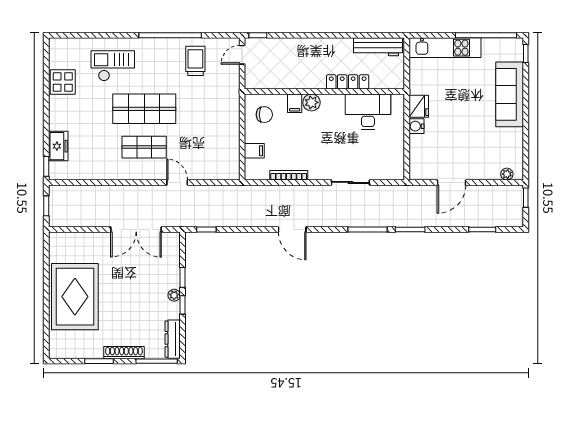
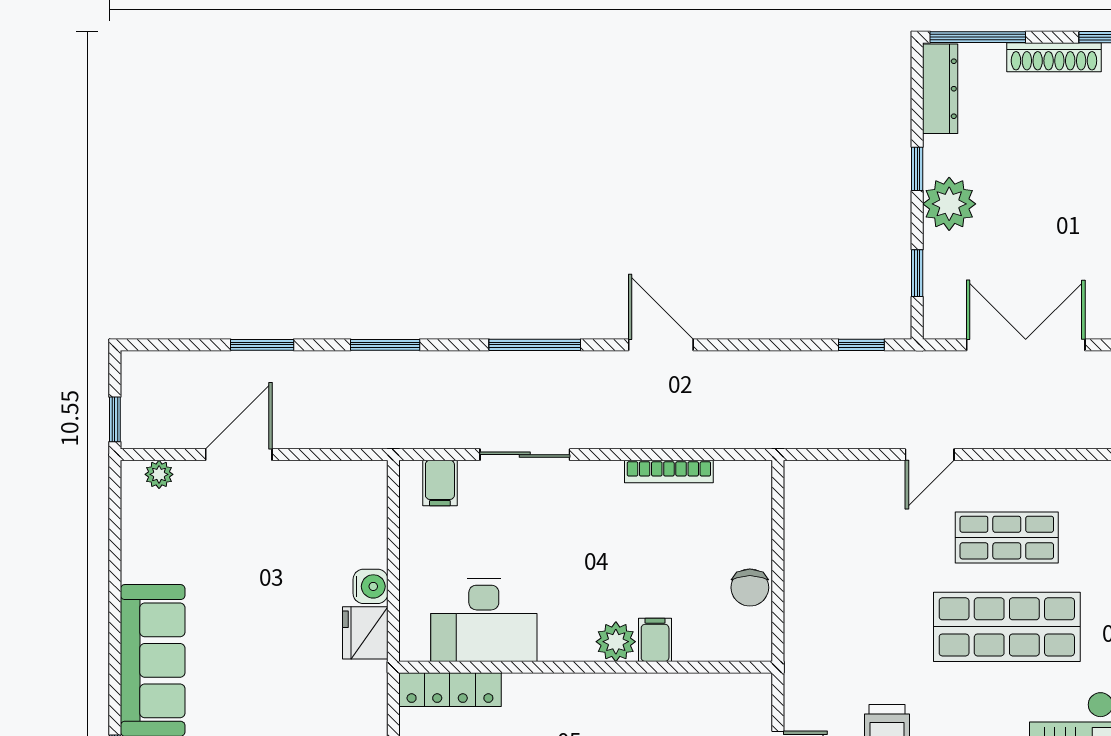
locker: (348, 82) -> (450, 690), moved
chair: (264, 115) -> (750, 588), moved, turned -90
filing cabinet: (254, 151) -> (440, 483), moved, turned -90
door: (177, 182) -> (930, 455), hinge flipped
door: (452, 182) -> (239, 455), moved
window: (367, 229) -> (535, 345), moved
window: (482, 229) -> (262, 345), moved
window: (183, 277) -> (917, 273), moved
plant: (174, 295) -> (949, 204), width x1.87, depth x1.87

